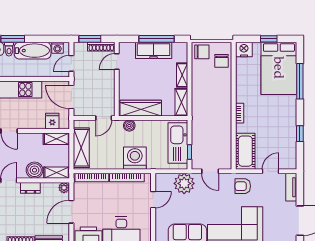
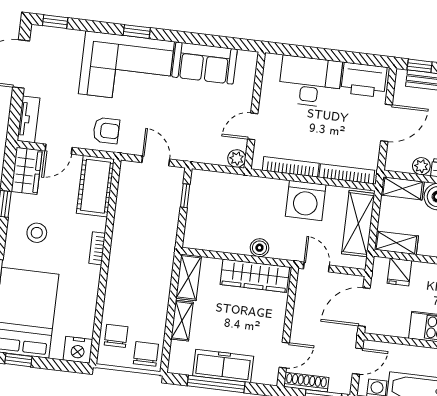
window: (269, 39) -> (18, 360), moved
chair: (202, 52) -> (146, 354), turned 90
door: (71, 97) -> (364, 307), swing flipped
door: (104, 118) -> (316, 267), hinge flipped
stool: (278, 118) -> (37, 233), added
boiler: (129, 126) -> (259, 248), moved
kitchen sink: (178, 143) -> (202, 212), removed
wardrobe: (289, 155) -> (27, 171), added
washing machine: (135, 158) -> (306, 200), moved
plant: (184, 183) -> (237, 158), moved, width x0.53, depth x0.53
plant: (64, 188) -> (421, 166), moved

